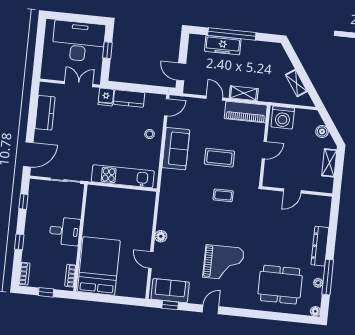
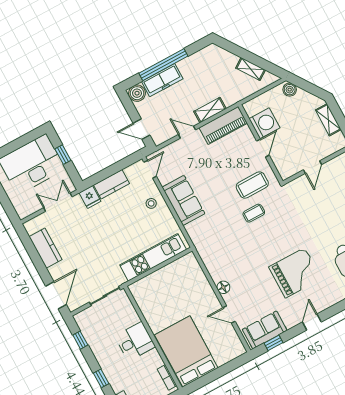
boiler: (197, 42) -> (137, 93), added
washing machine: (283, 118) -> (264, 123), moved, turned -90
boiler: (322, 131) -> (290, 90), moved
coffee table: (219, 158) -> (252, 185), moved

